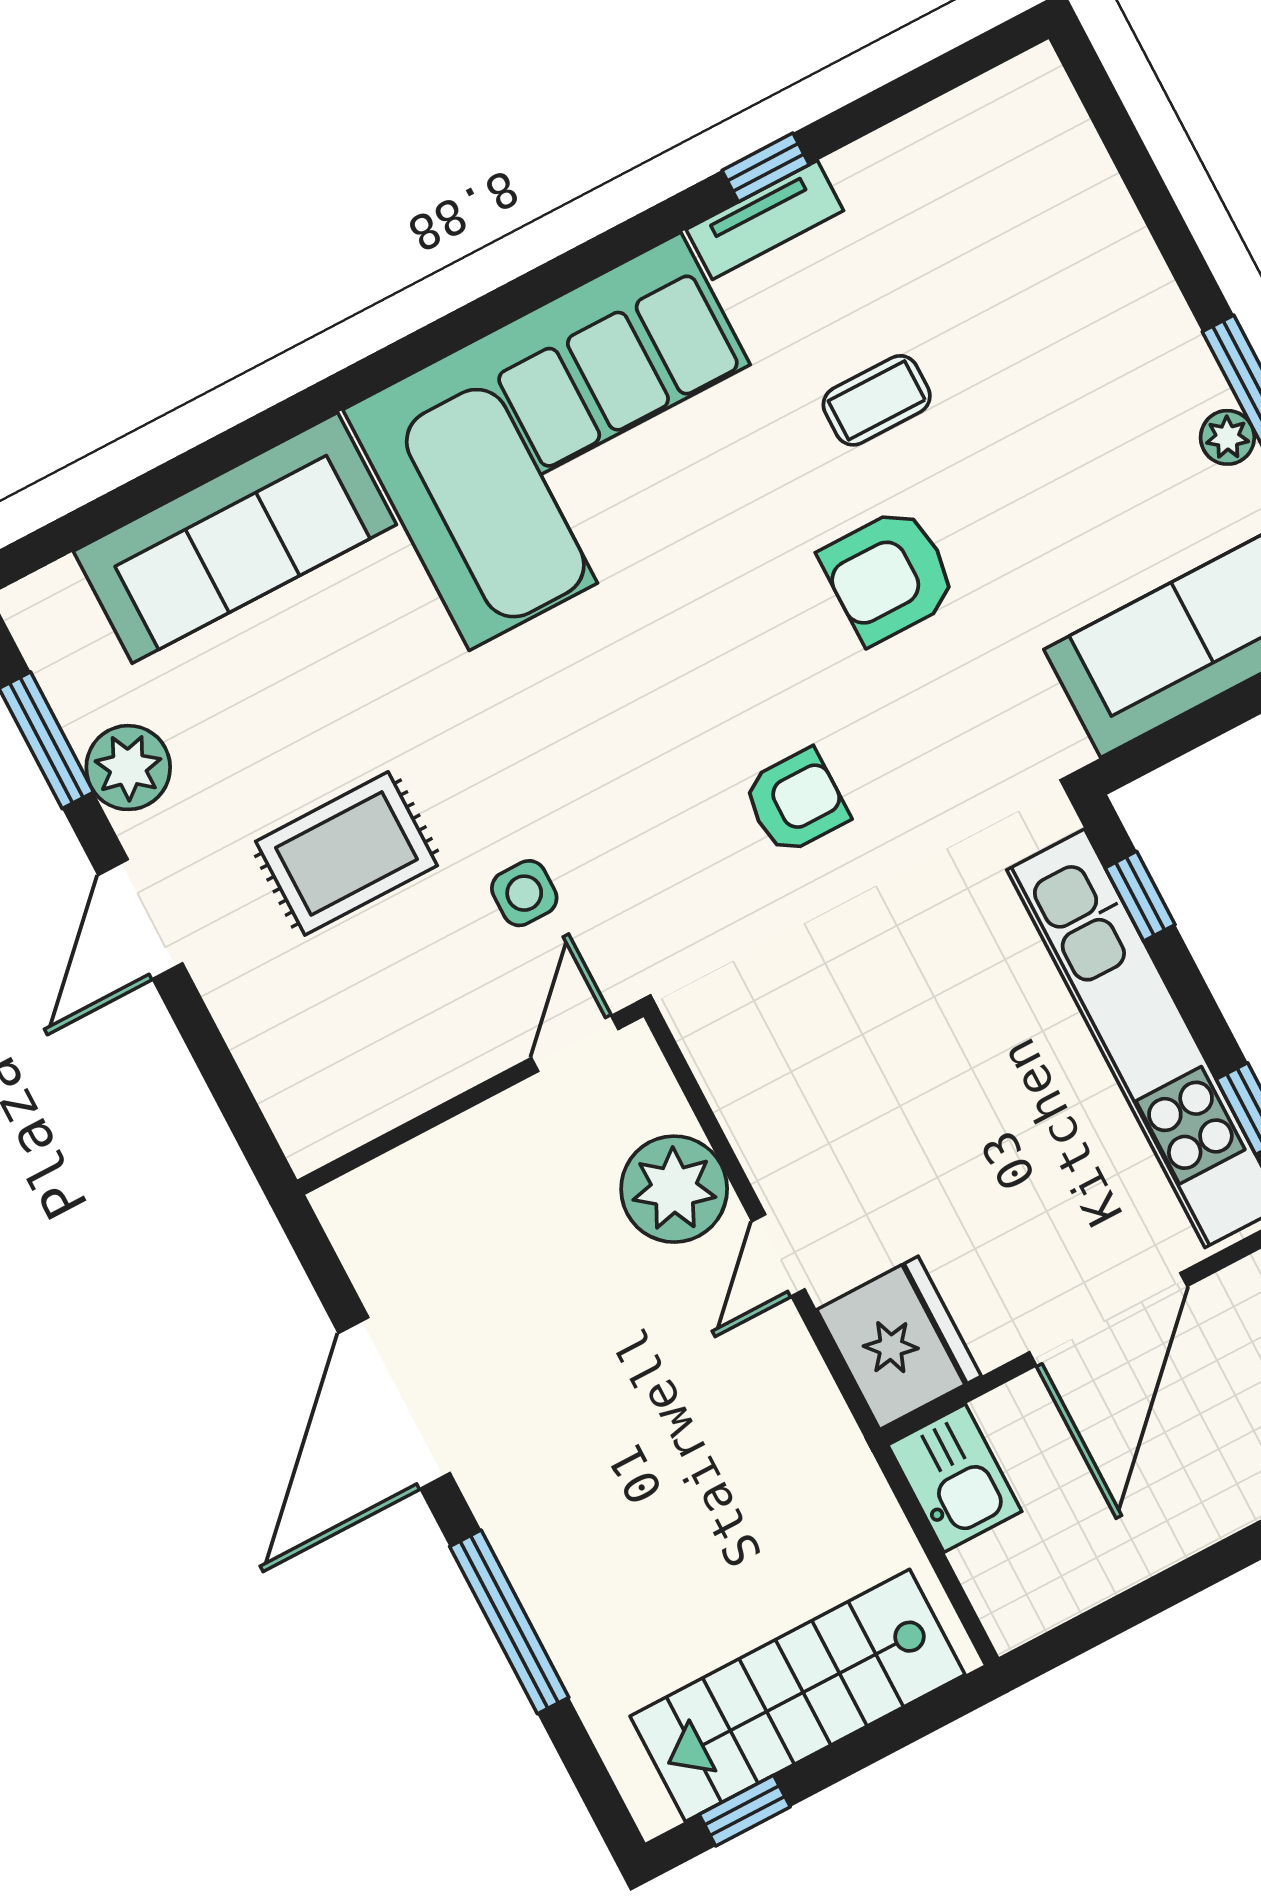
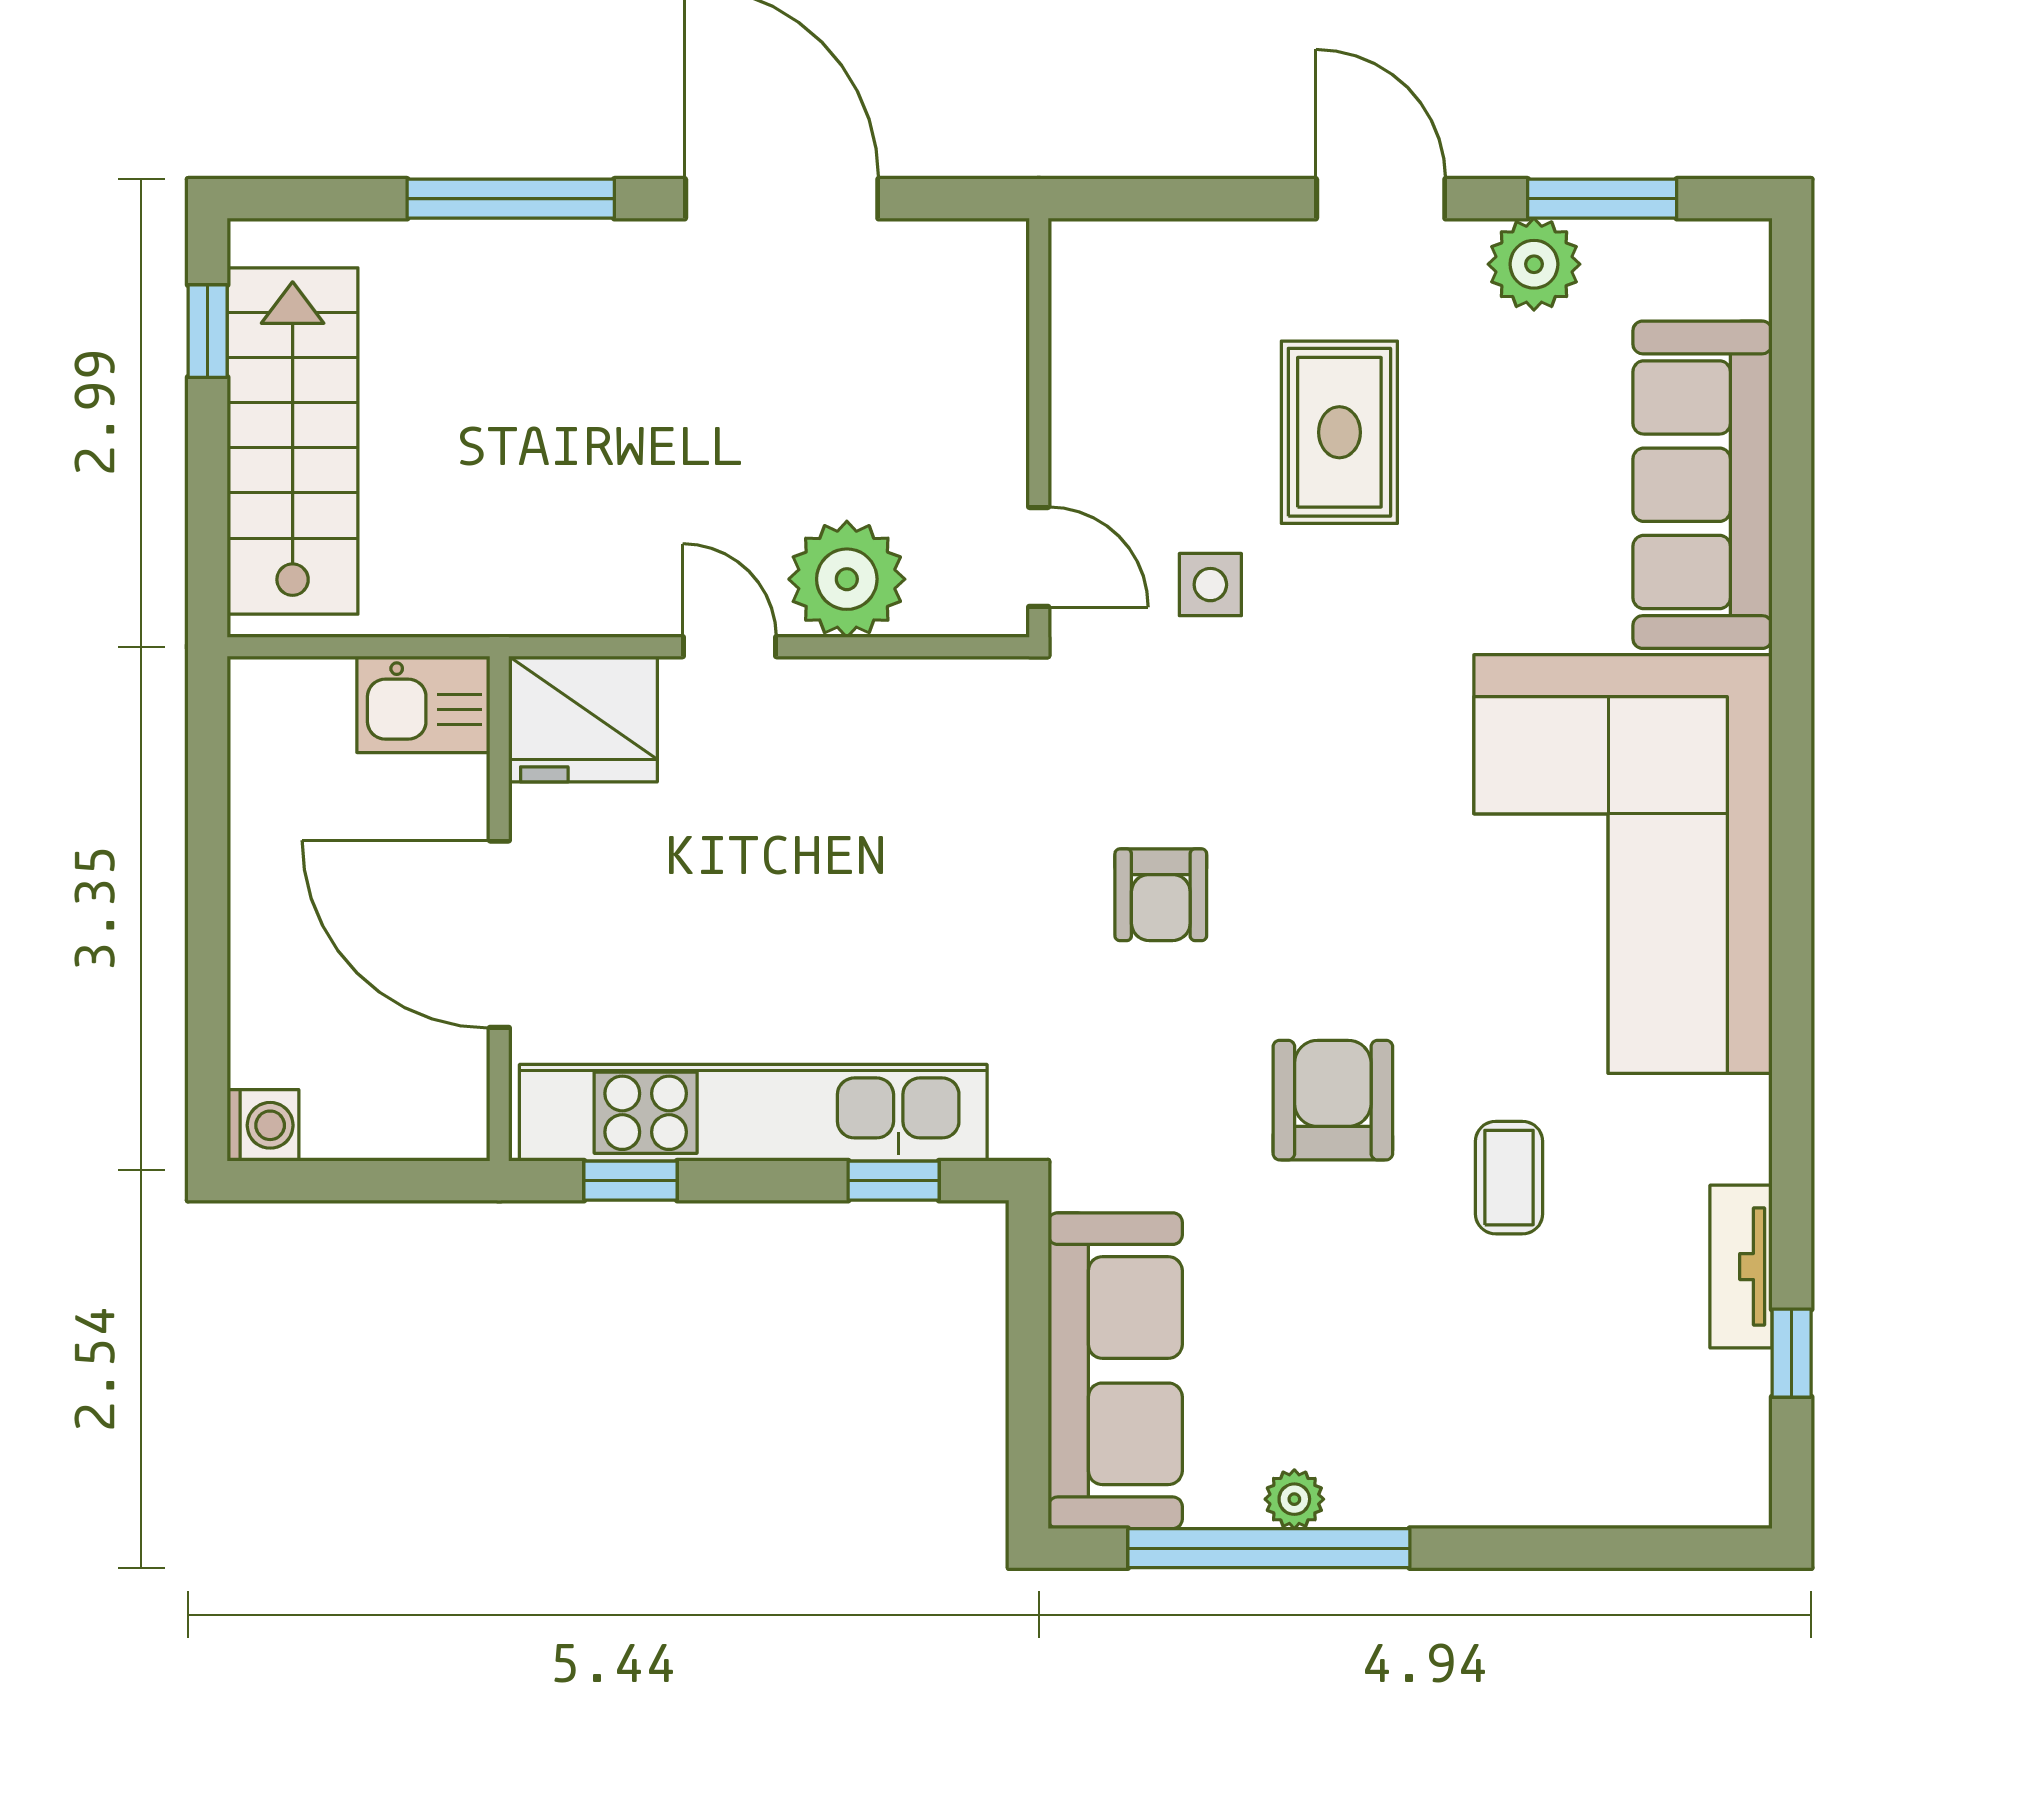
window: (766, 167) -> (1792, 1353), moved
tv unit: (765, 220) -> (1741, 1267), moved

